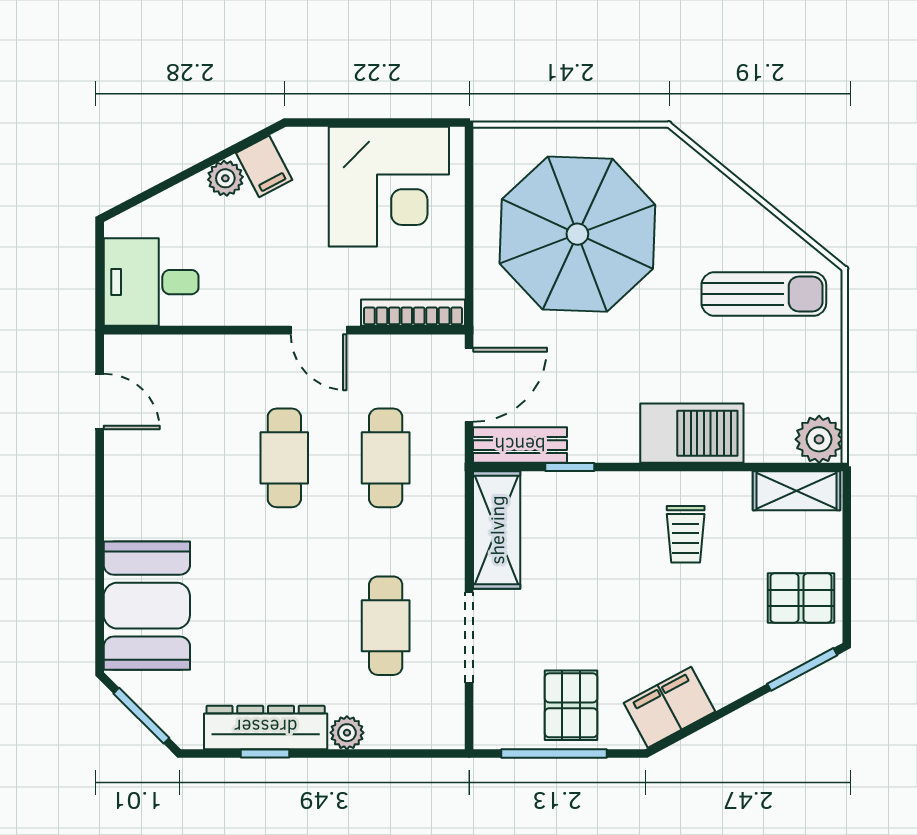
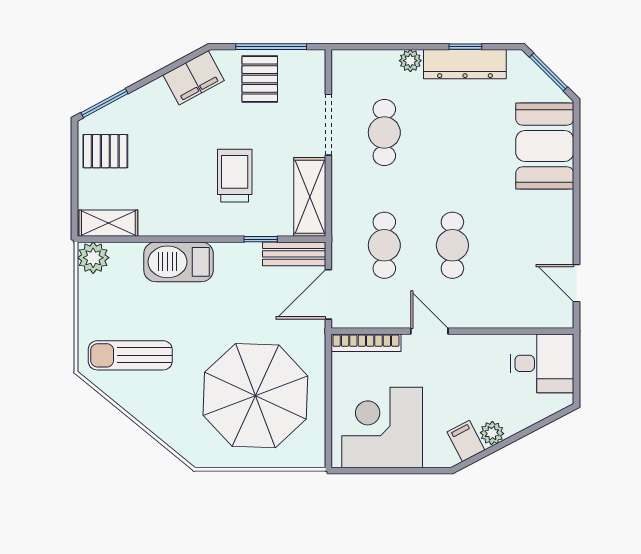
trolley: (686, 534) -> (235, 176), moved, width x1.36, depth x1.39

